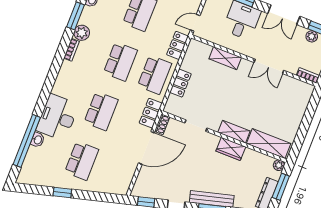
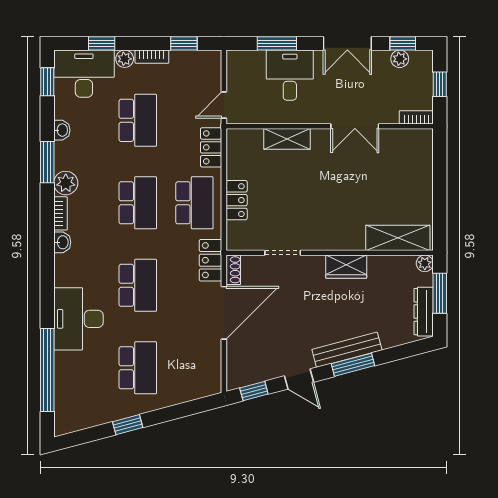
shelving: (234, 132) -> (341, 240), removed
washbasin: (38, 140) -> (62, 242), moved

